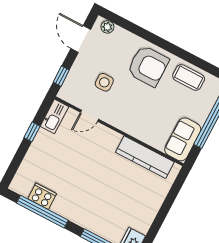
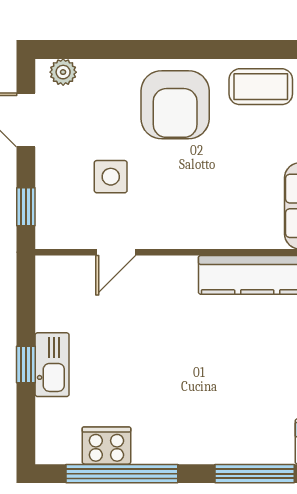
armchair: (148, 66) -> (175, 105), turned 90
kitchen sink: (54, 116) -> (52, 365), moved
window: (32, 132) -> (26, 364), moved

